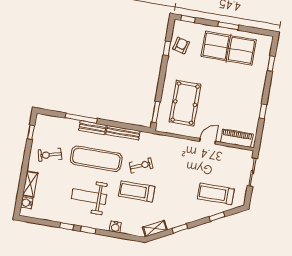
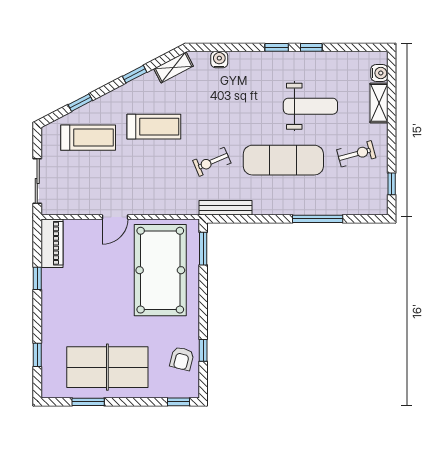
window: (228, 26) -> (88, 402), moved
pool table: (185, 103) -> (160, 270), width x1.36, depth x1.32
bench: (92, 128) -> (298, 207), removed
bench: (123, 133) -> (226, 208), moved
piano: (237, 138) -> (52, 243), moved, turned -90
treadmill: (137, 191) -> (154, 127), moved
weight bench: (89, 197) -> (310, 106), moved
water cooler: (115, 227) -> (219, 59), moved

